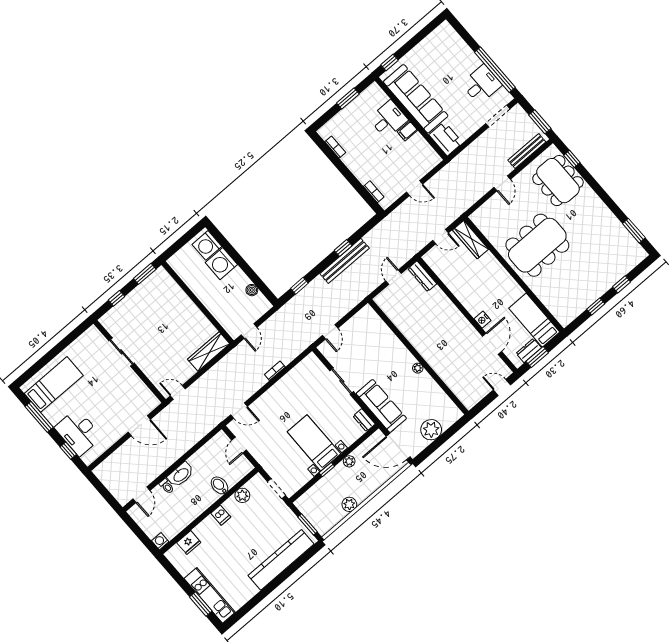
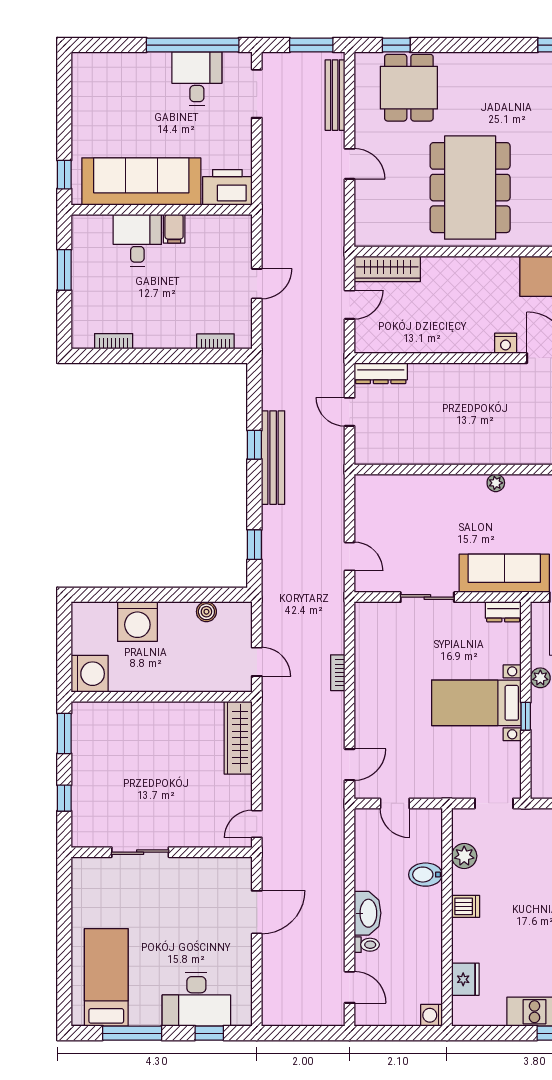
dining table: (558, 181) -> (409, 88), width x0.73
washing machine: (207, 245) -> (90, 674), moved, turned -90

